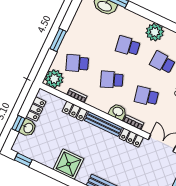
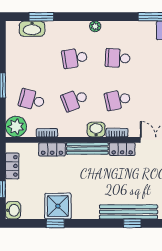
plant: (155, 32) -> (95, 26), width x0.53, depth x0.53
school desk: (77, 63) -> (32, 100), turned 36
washbasin: (28, 128) -> (13, 210), moved
window: (23, 160) -> (55, 223), moved
shower: (68, 164) -> (58, 206), moved

